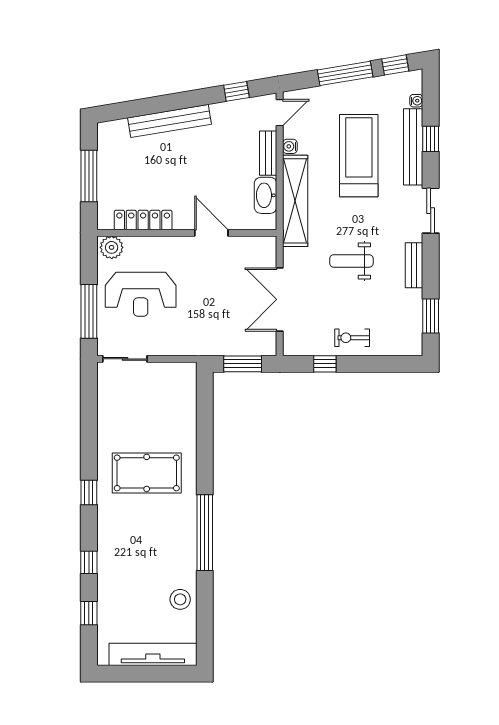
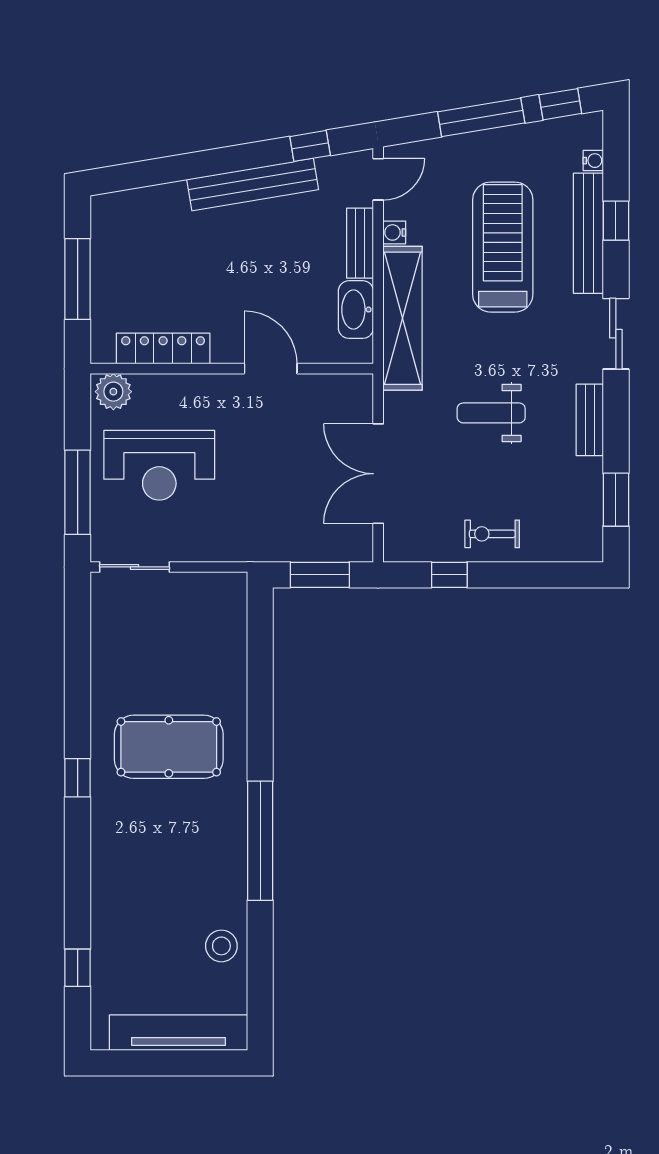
bench: (169, 121) -> (253, 184), moved
window: (89, 562) -> (78, 888), removed

